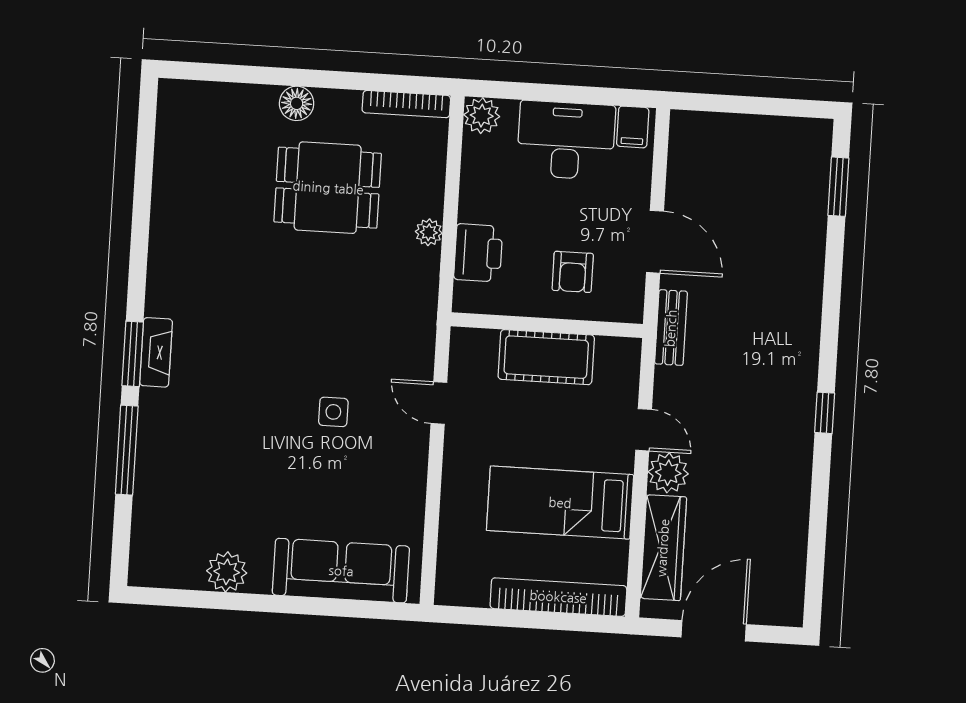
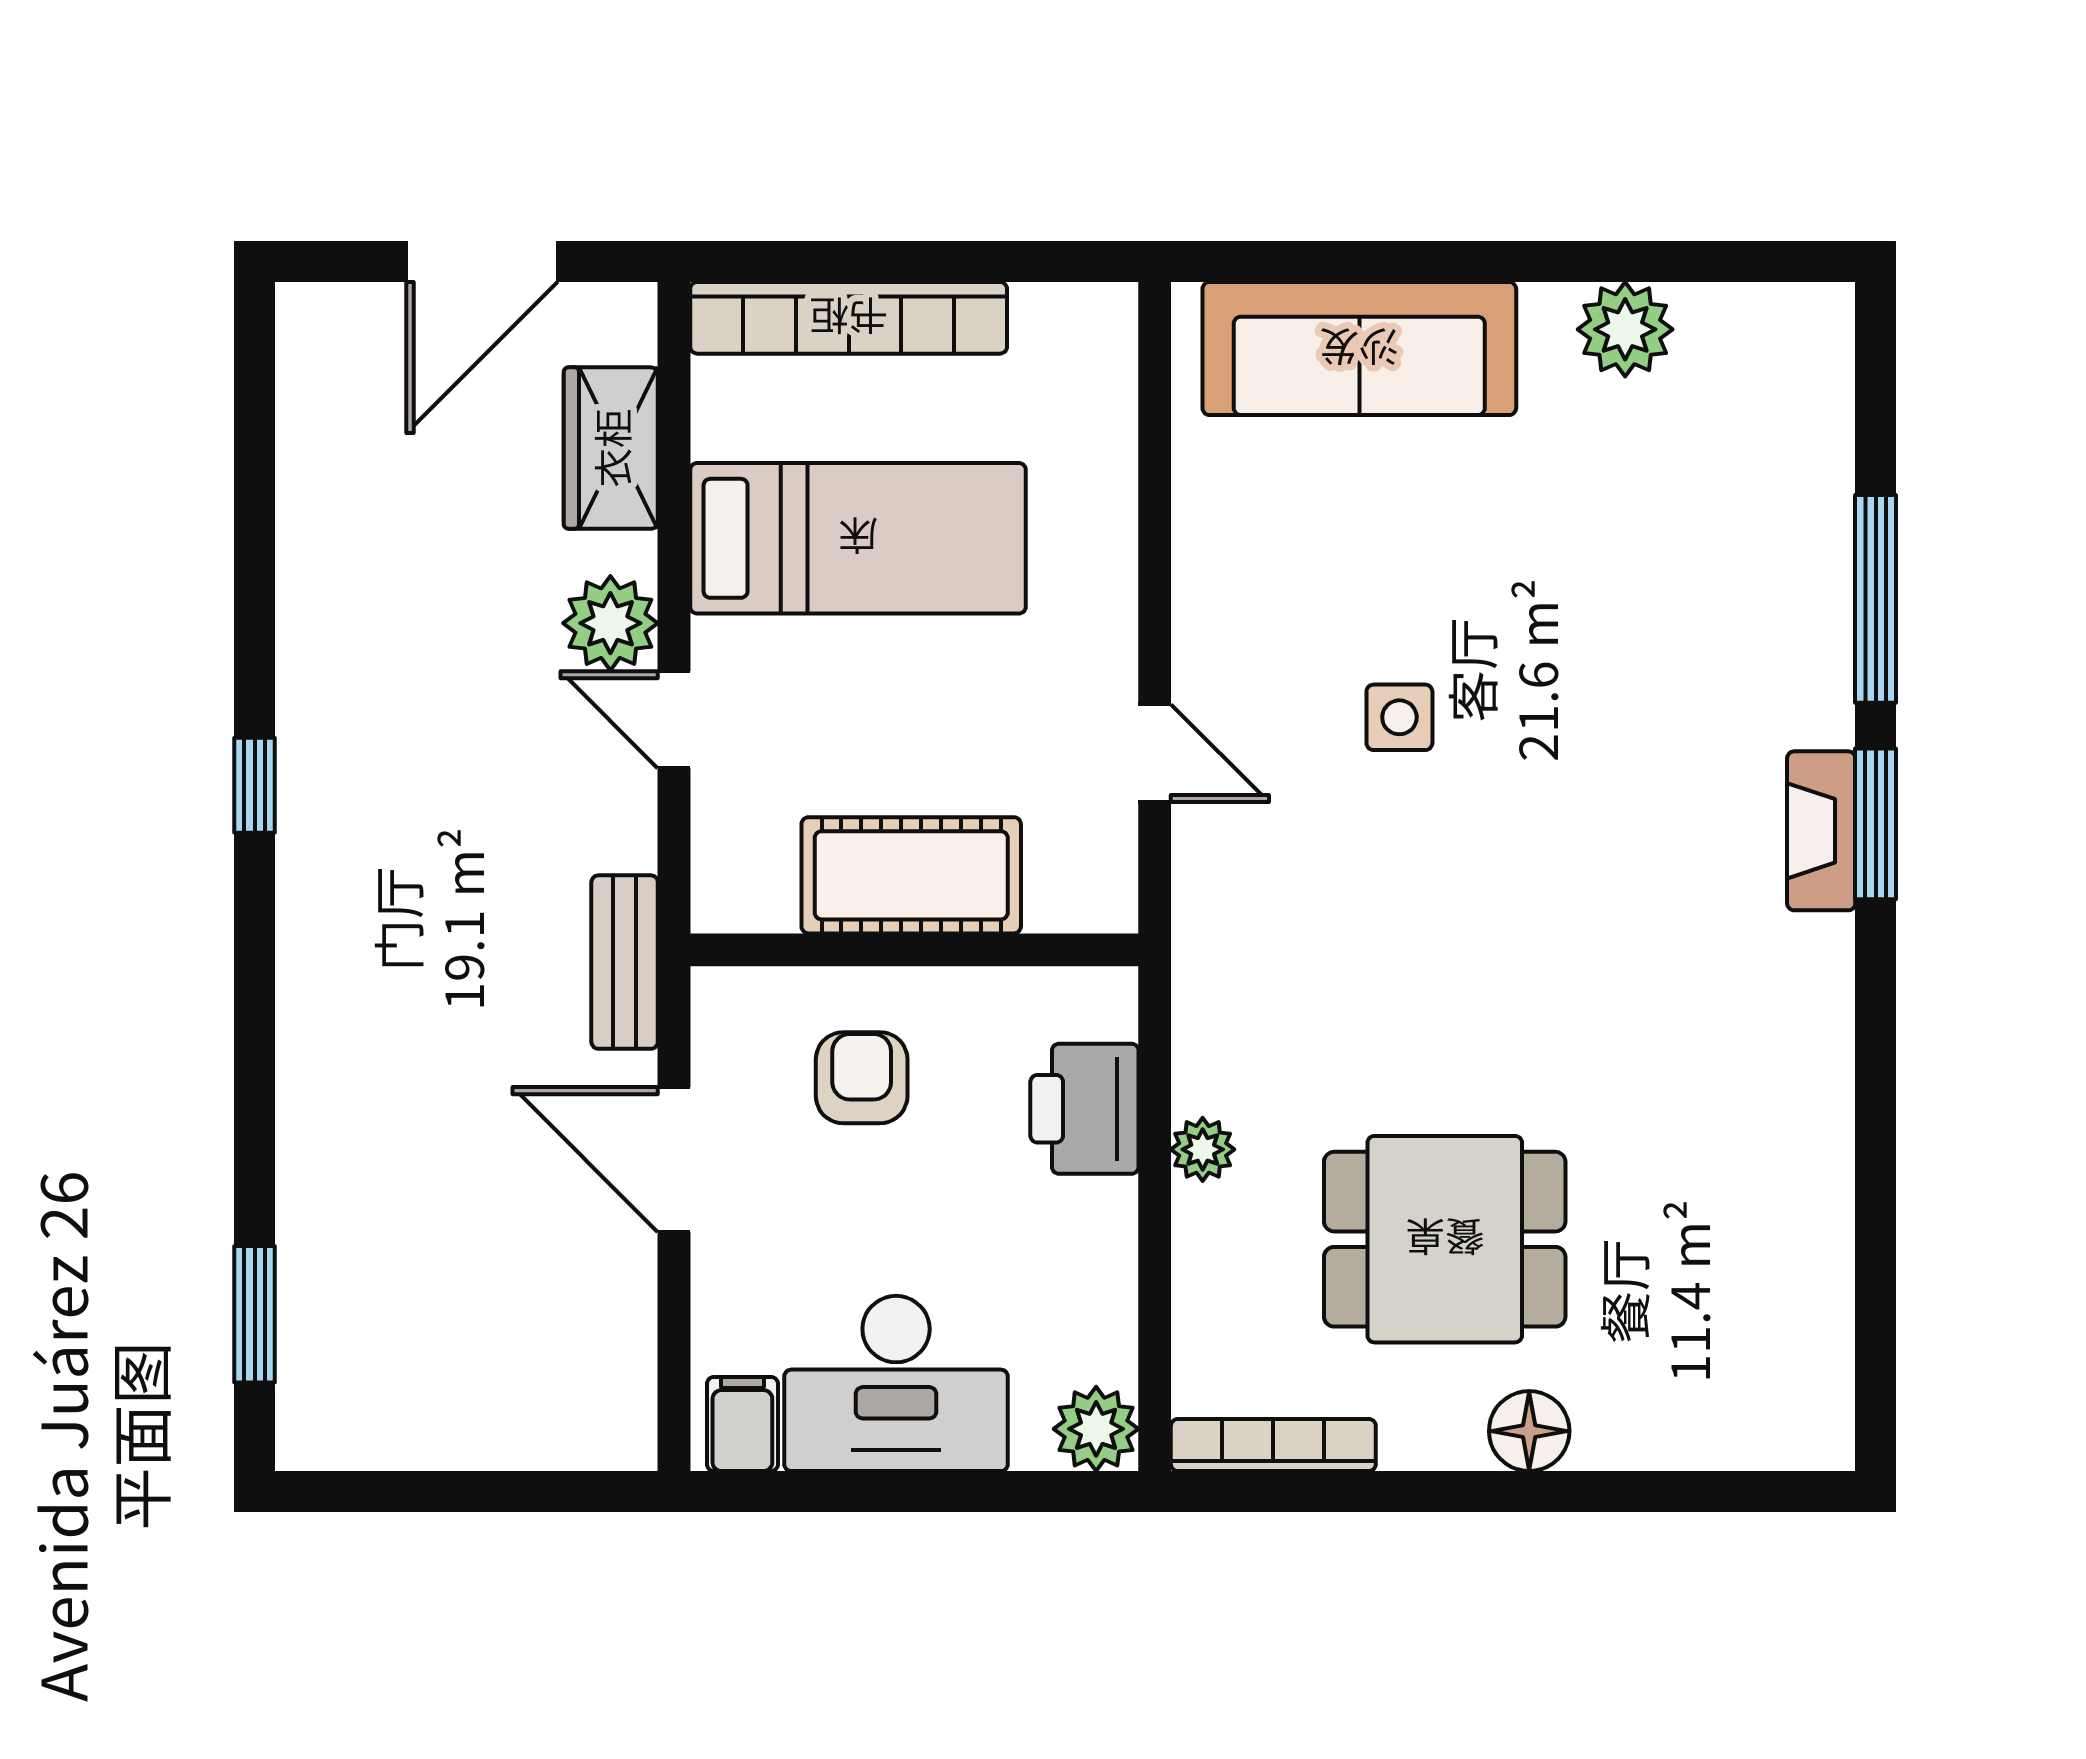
wardrobe: (663, 548) -> (611, 448), width x0.67

